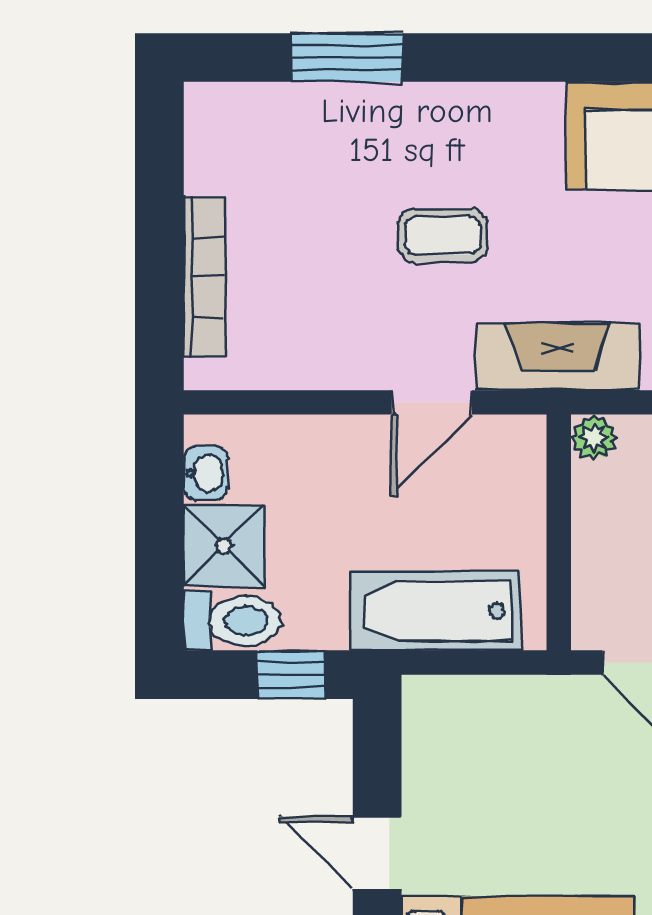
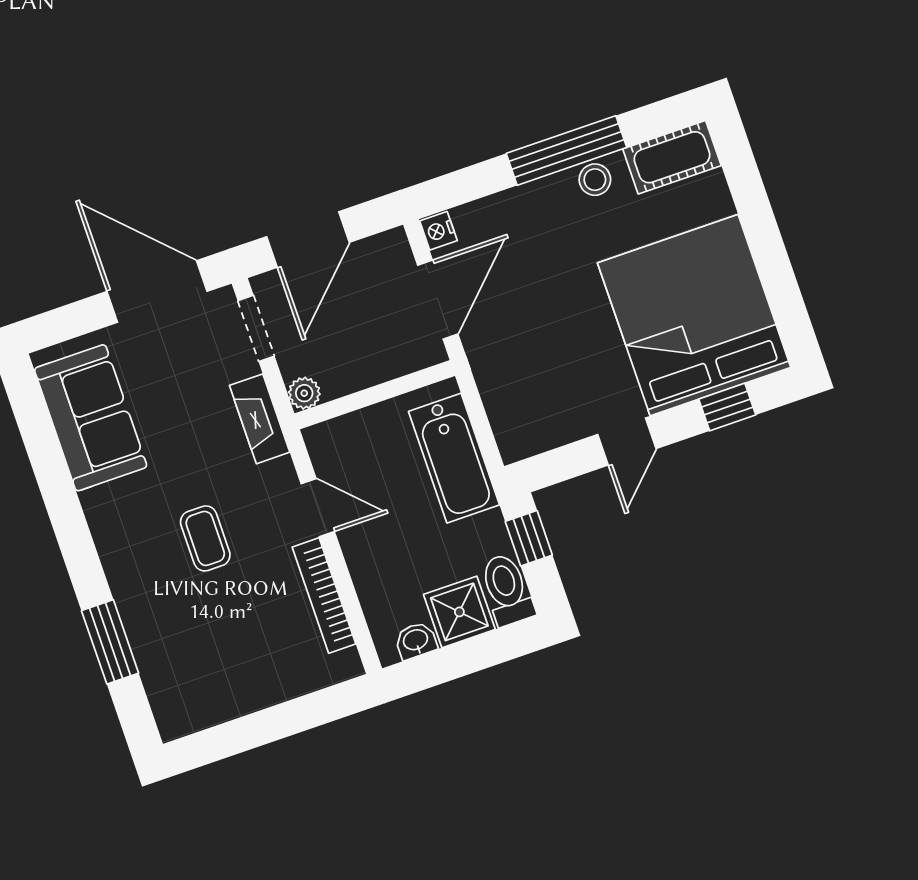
bookcase: (204, 277) -> (324, 595), moved, turned -90
fireplace: (558, 357) -> (260, 419), width x0.73, depth x0.76

